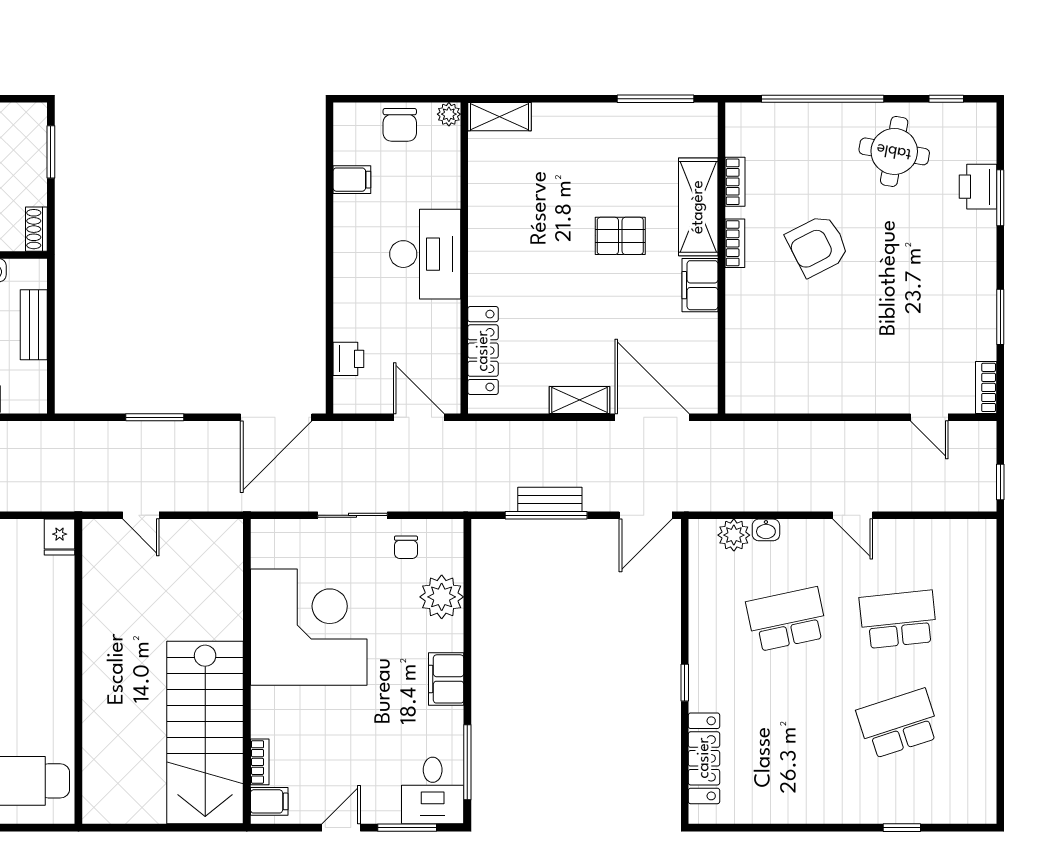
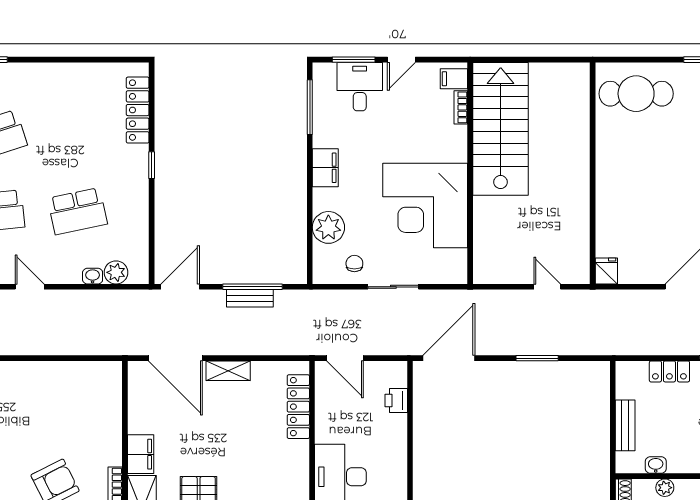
desk: (433, 791) -> (360, 87), moved

